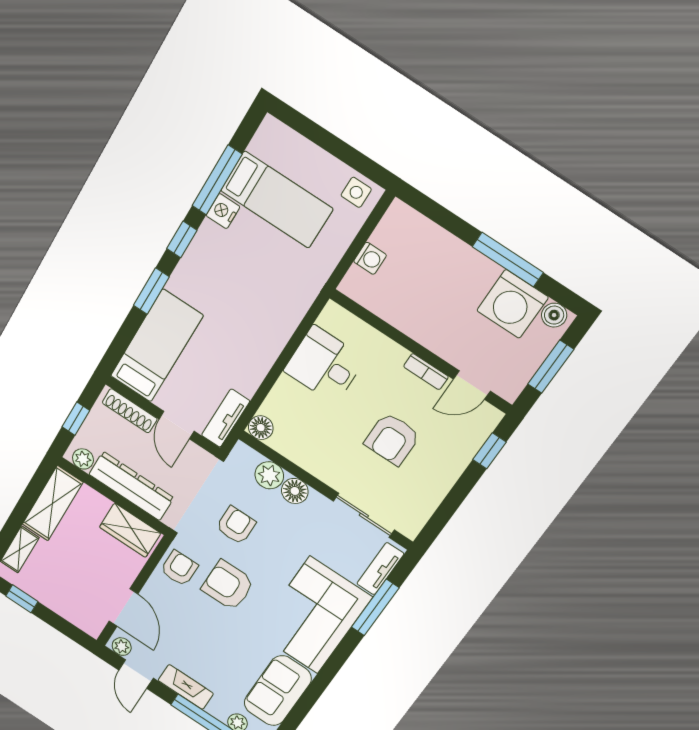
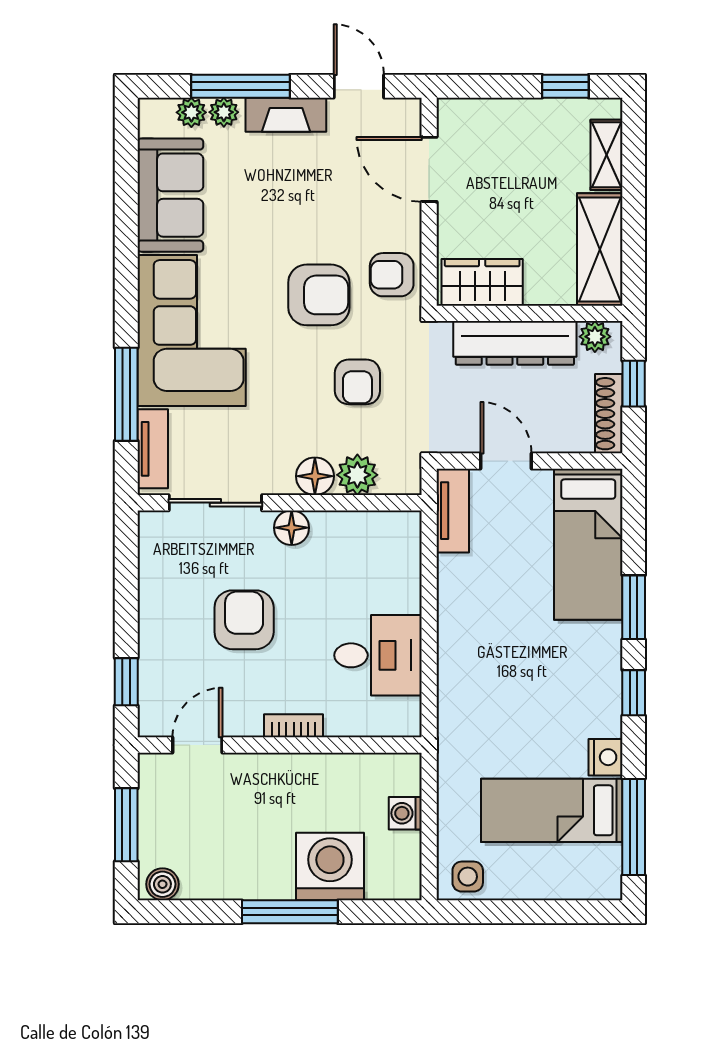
window: (217, 180) -> (634, 827), moved
window: (508, 260) -> (290, 912), moved
washing machine: (513, 304) -> (330, 867), moved
bookcase: (426, 372) -> (294, 726), moved
shoe rack: (130, 411) -> (609, 414), moved, turned -90
floor lamp: (261, 428) -> (292, 528), moved
armchair: (179, 568) -> (392, 275), turned 90
plant: (122, 647) -> (224, 112), moved

